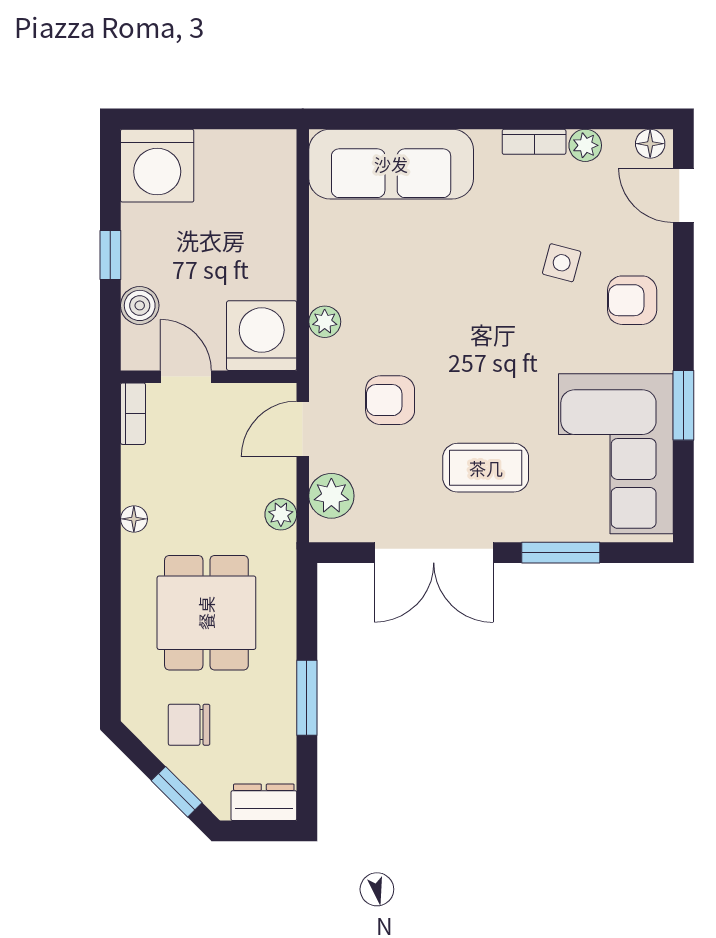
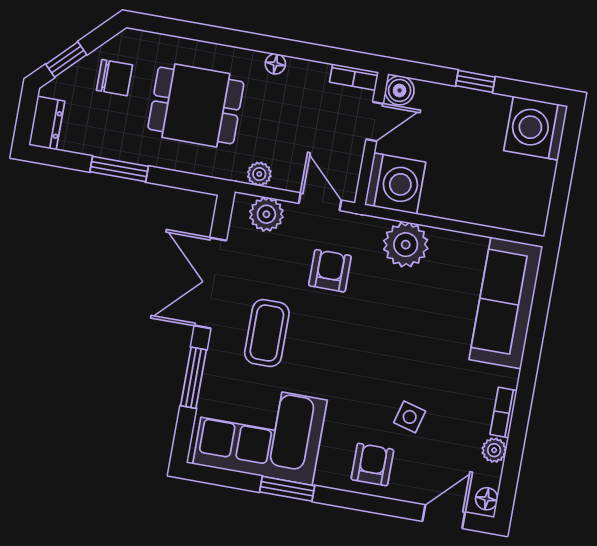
boiler: (140, 305) -> (400, 90), moved
plant: (325, 322) -> (406, 245), width x1.87, depth x1.87
chair: (189, 725) -> (115, 78), turned 90

